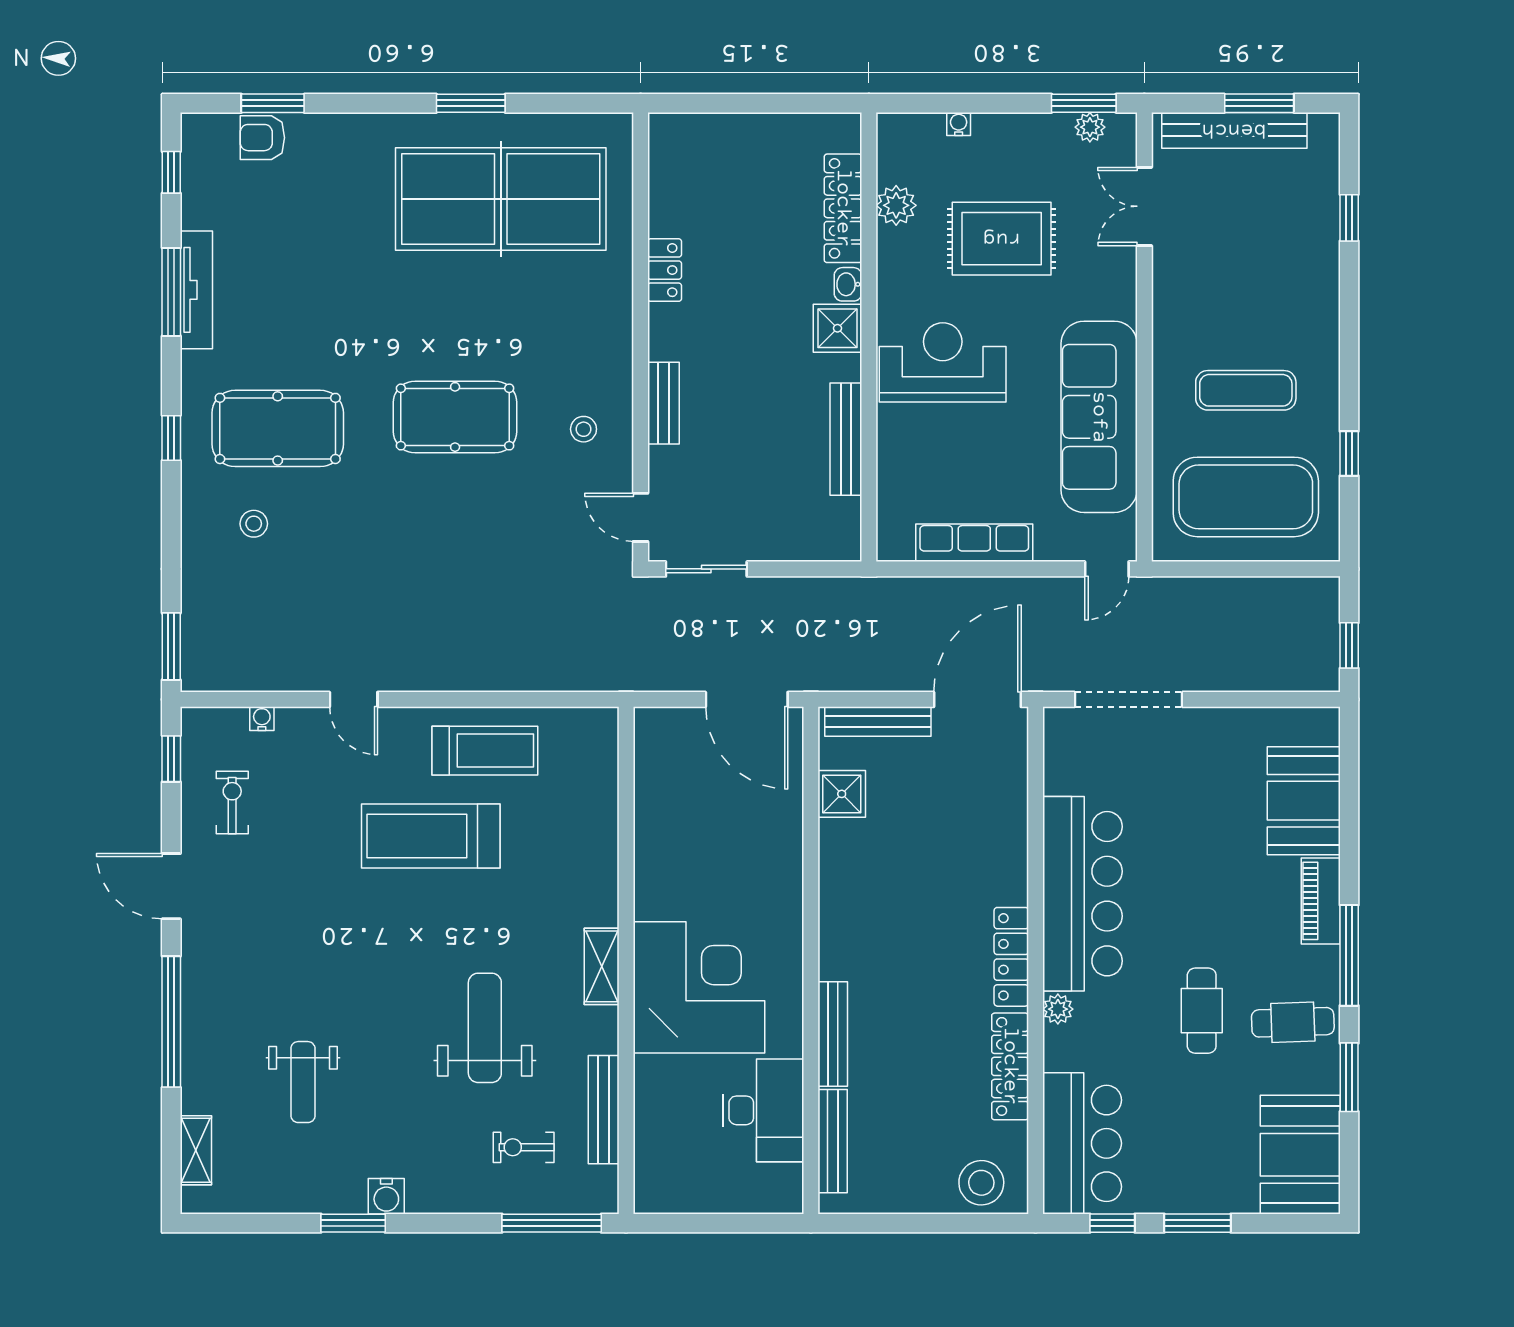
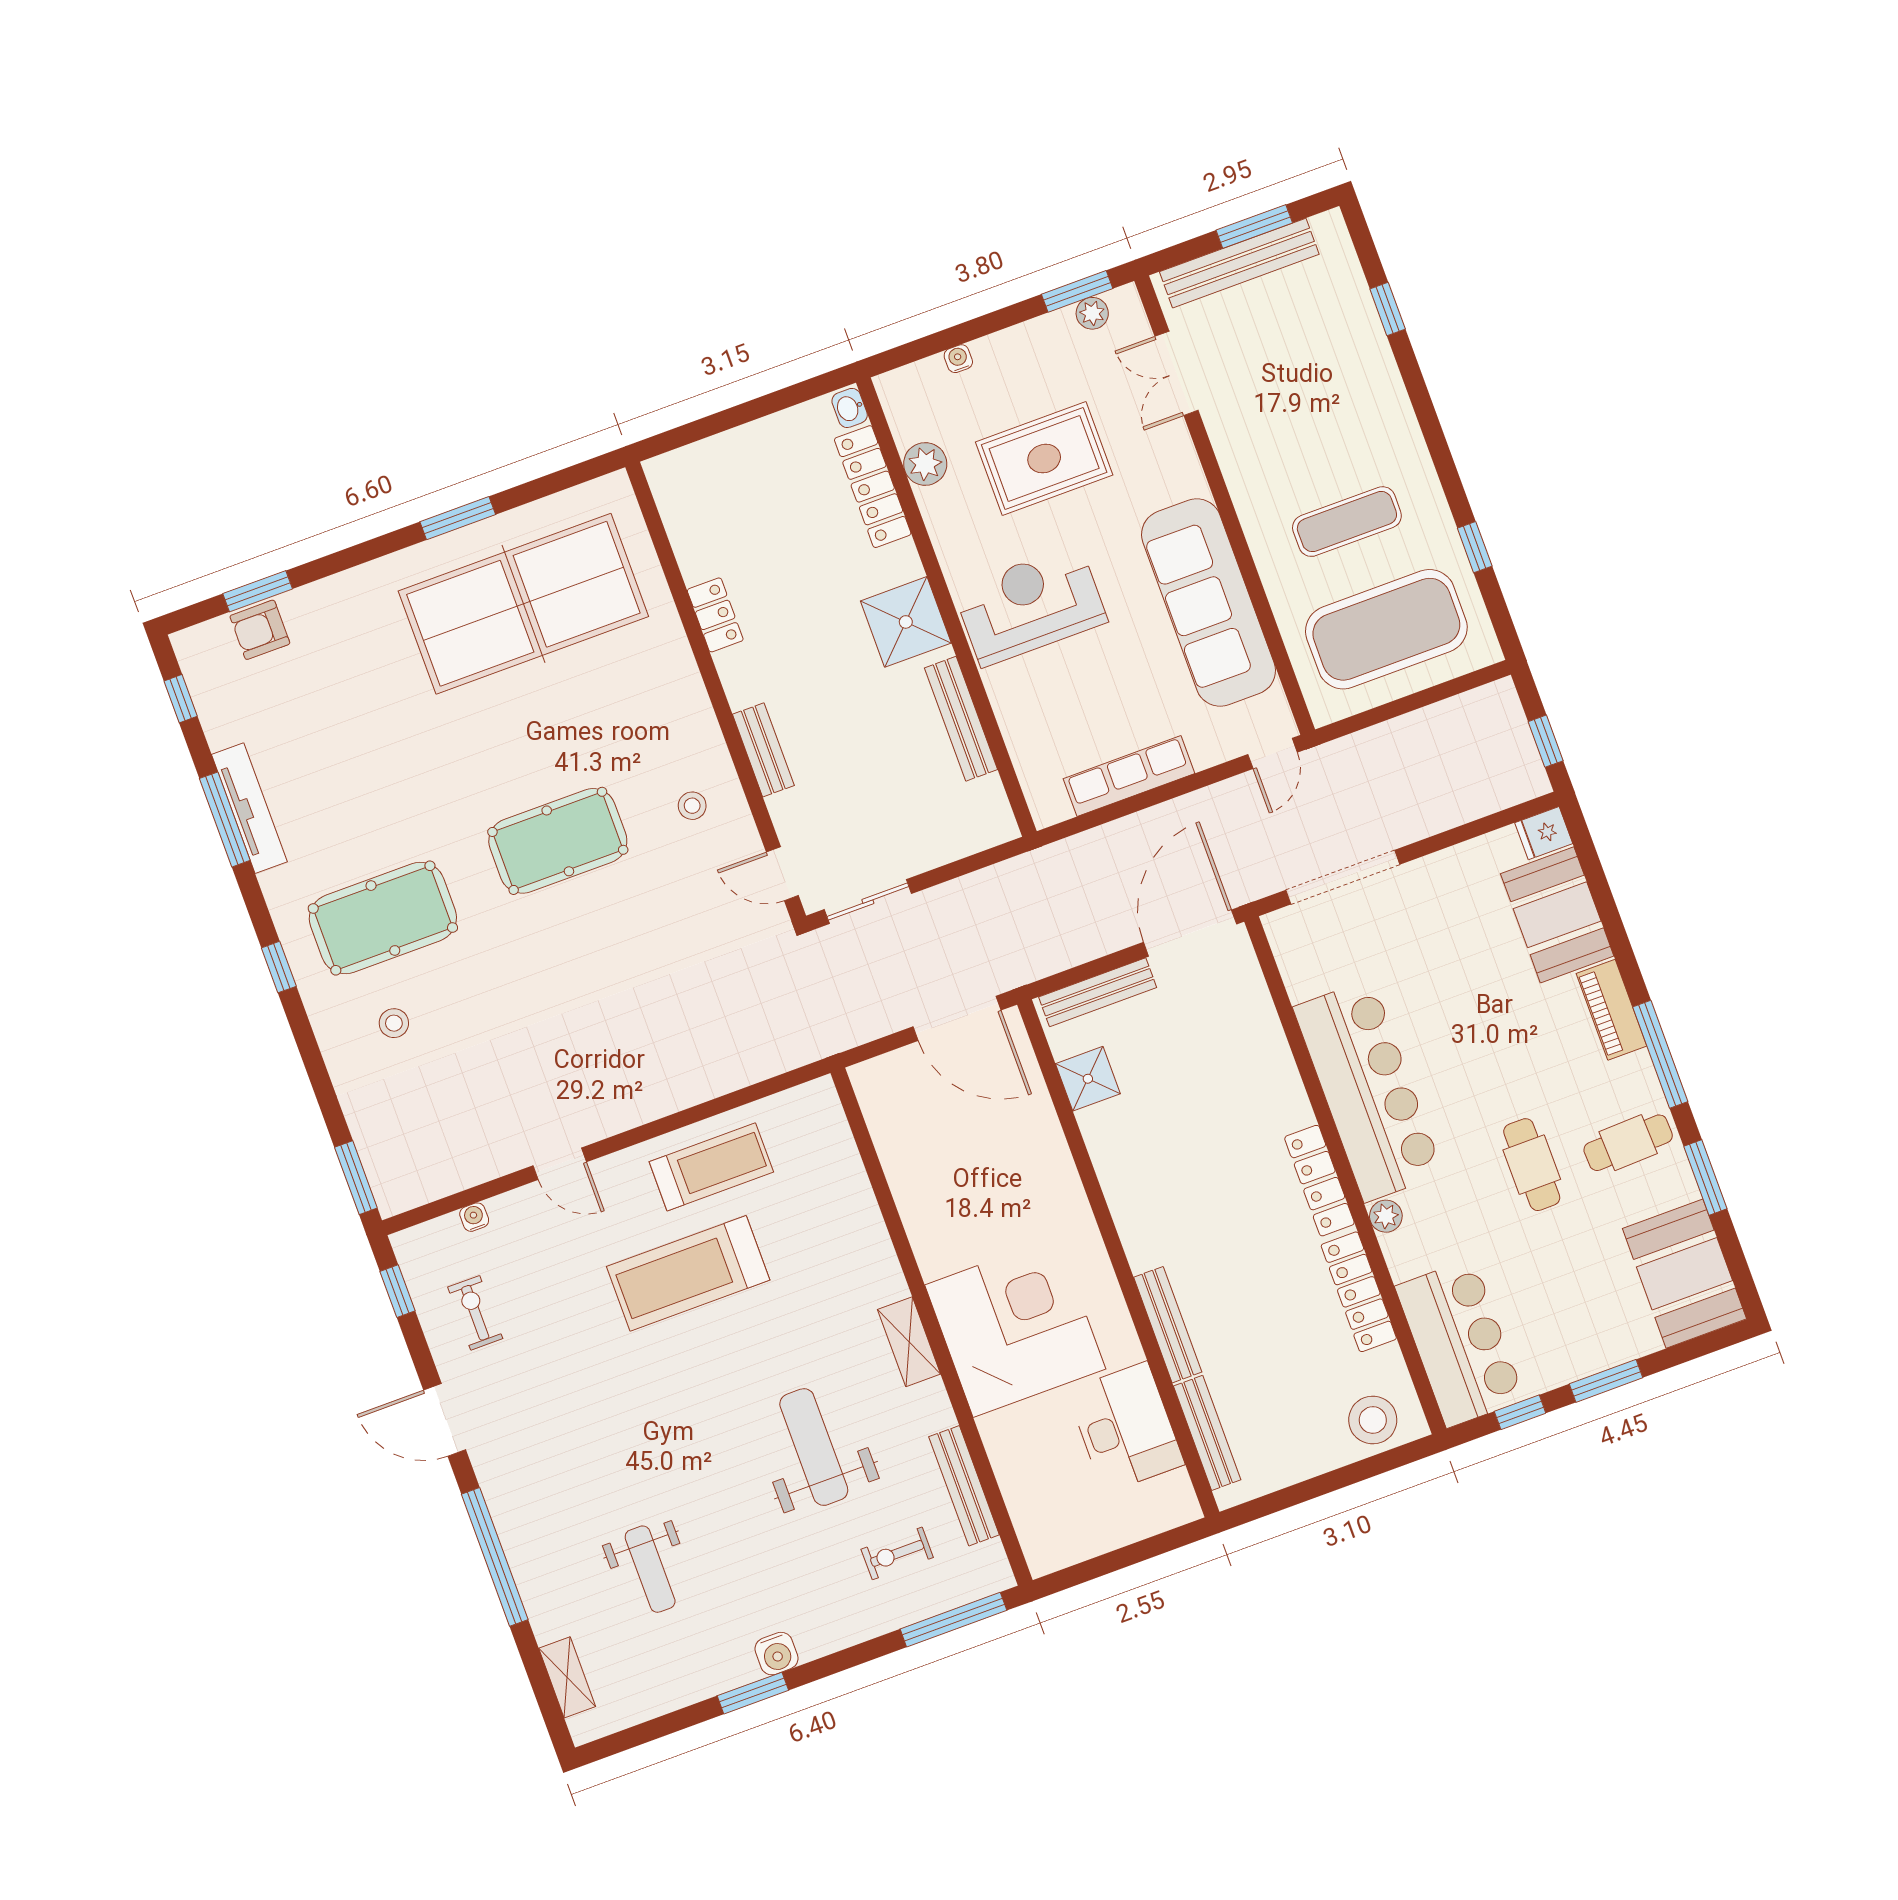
washbasin: (848, 284) -> (850, 408), moved
shower: (837, 328) -> (906, 622), width x1.36, depth x1.36
fridge: (1318, 725) -> (1544, 833), added

